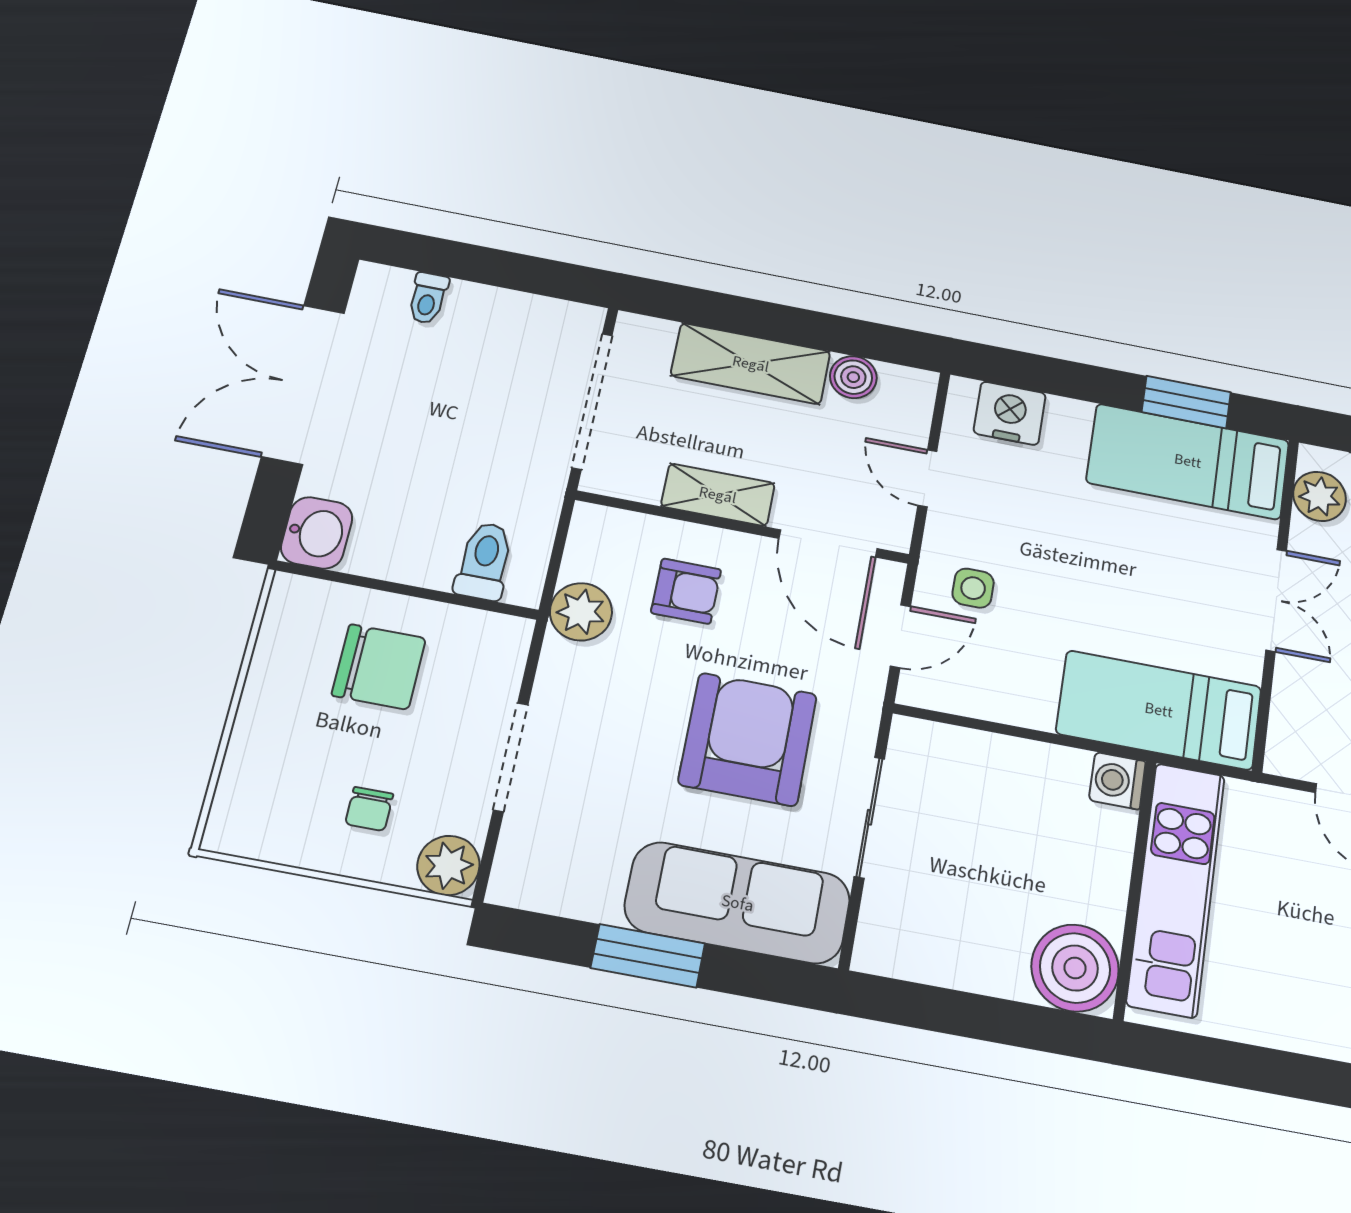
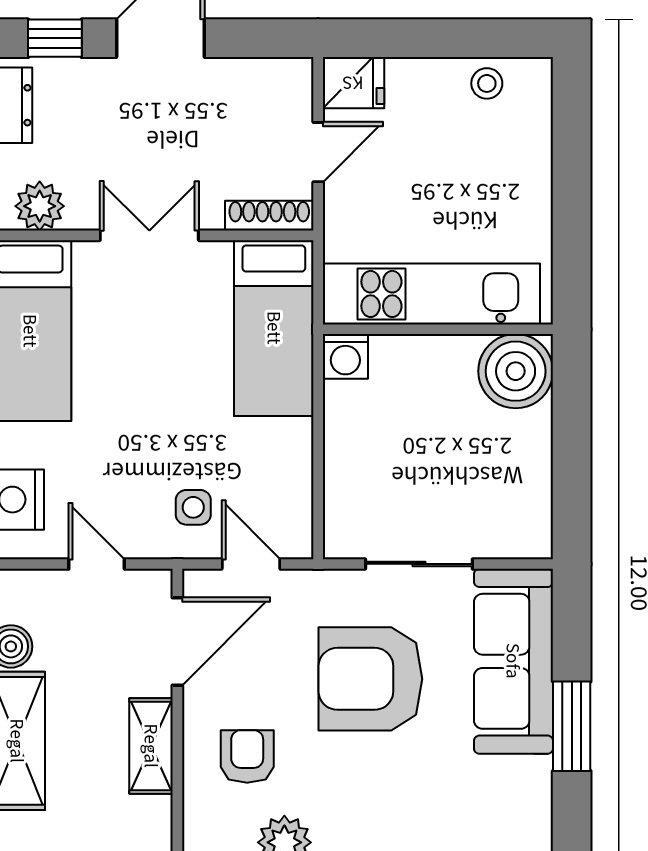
door: (927, 478) -> (97, 564), swing flipped
shoe rack: (1284, 729) -> (269, 216), added

